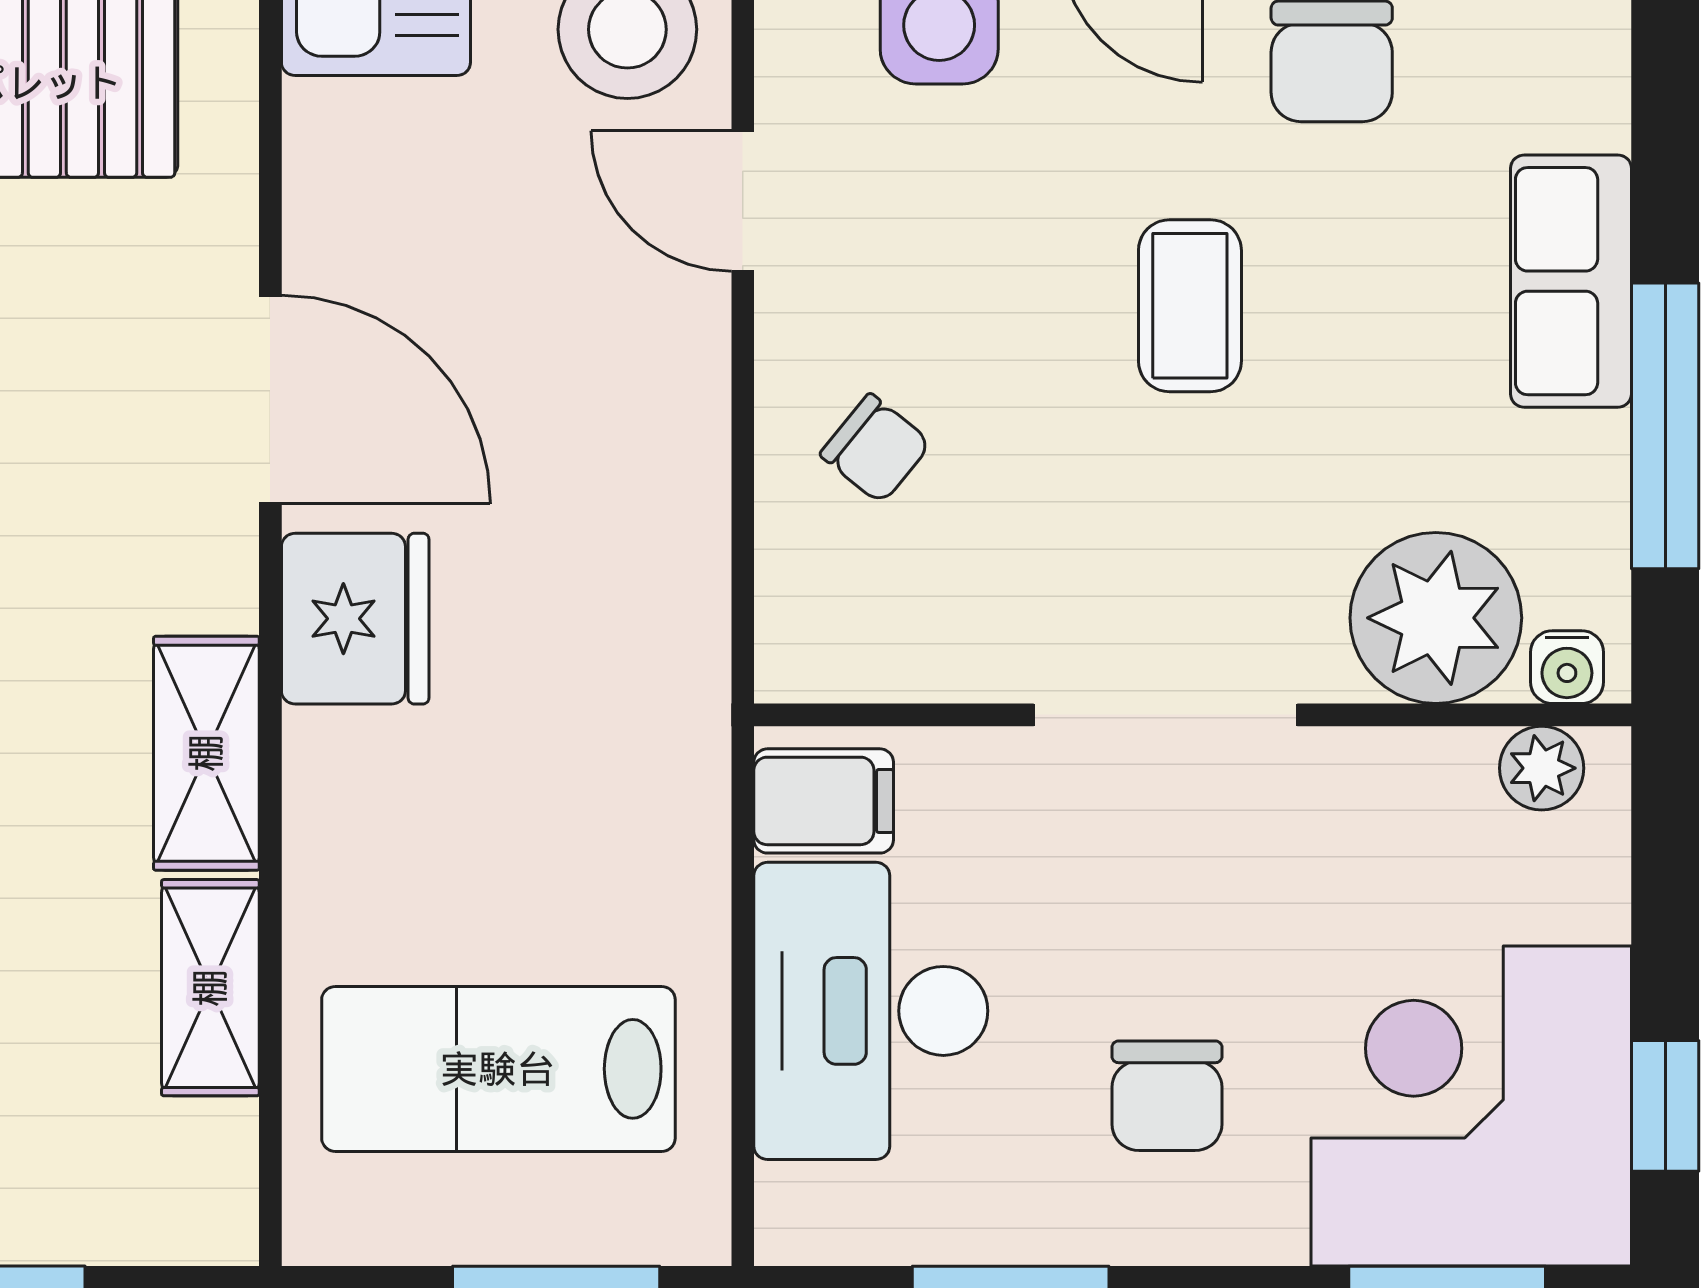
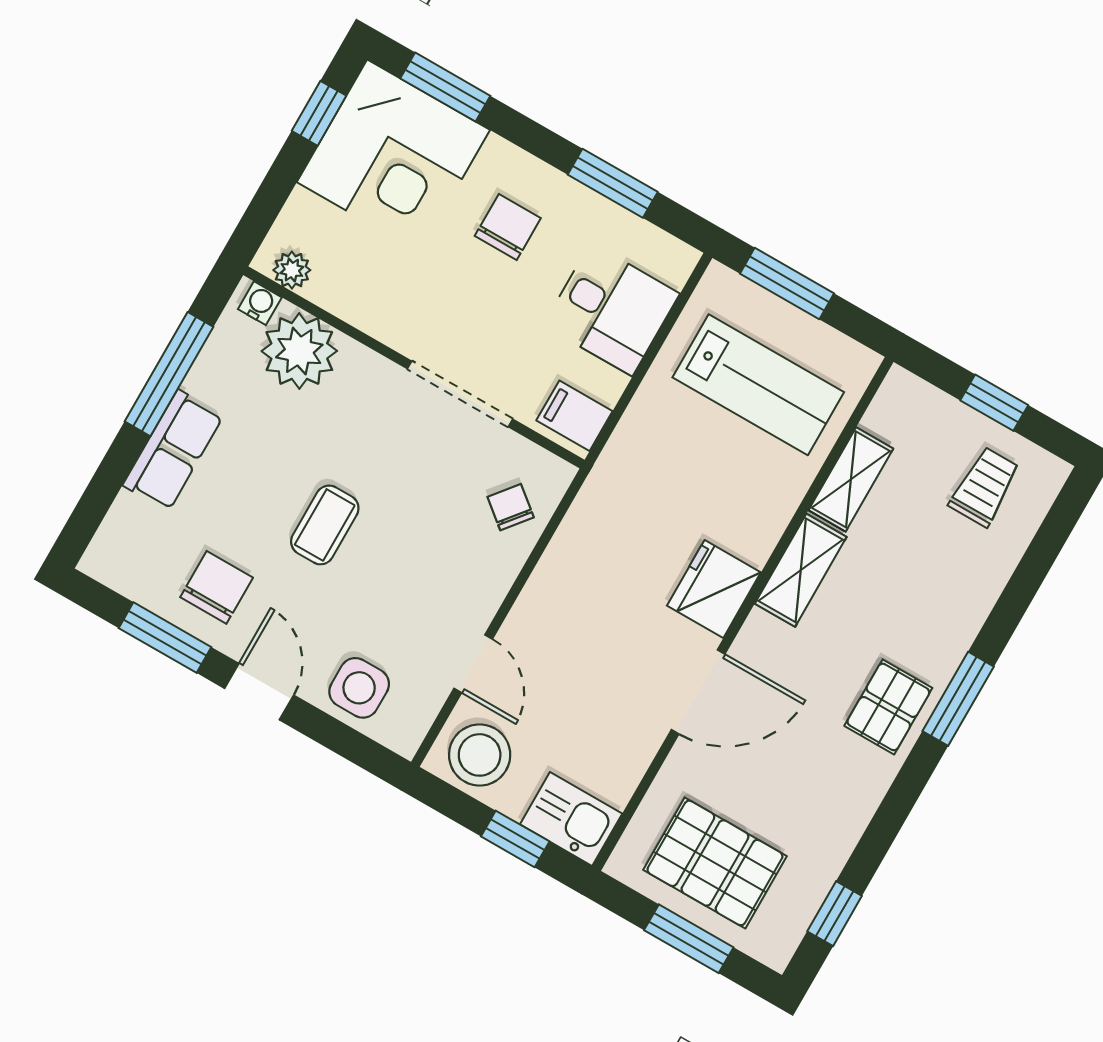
door: (270, 399) -> (698, 692), swing flipped
chair: (876, 449) -> (511, 507), moved
doorway: (1166, 715) -> (460, 394), moved
desk: (871, 1011) -> (612, 309), width x0.73

